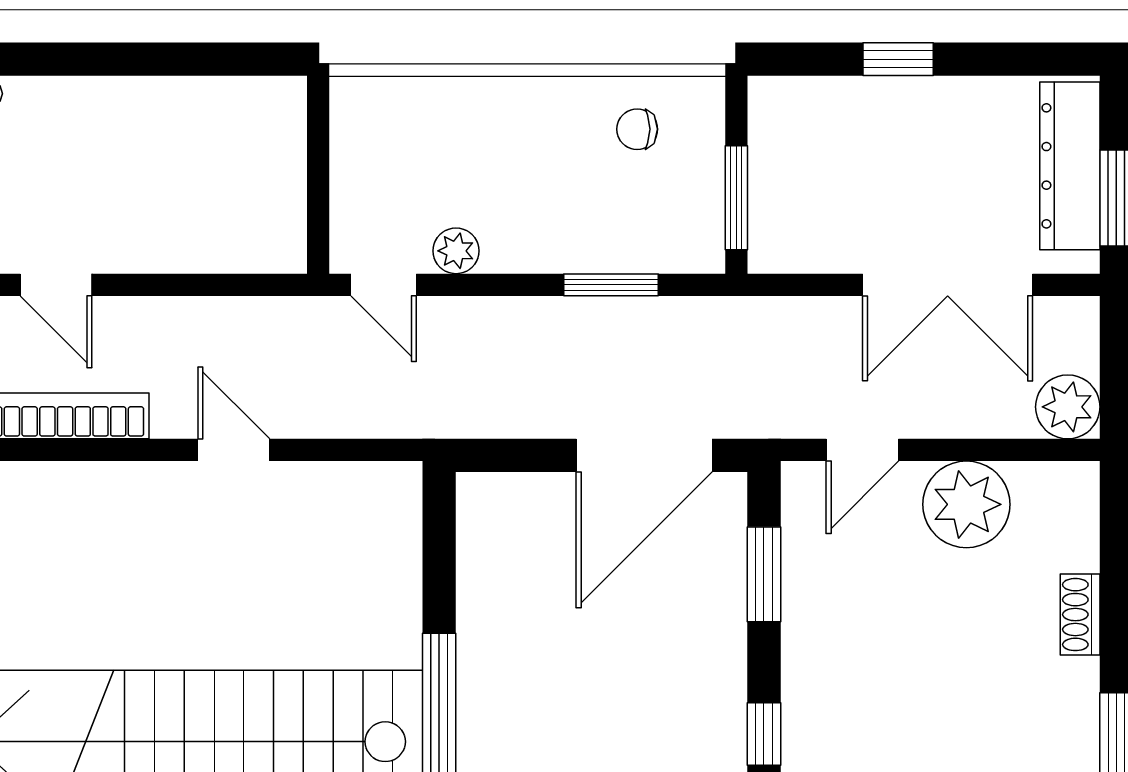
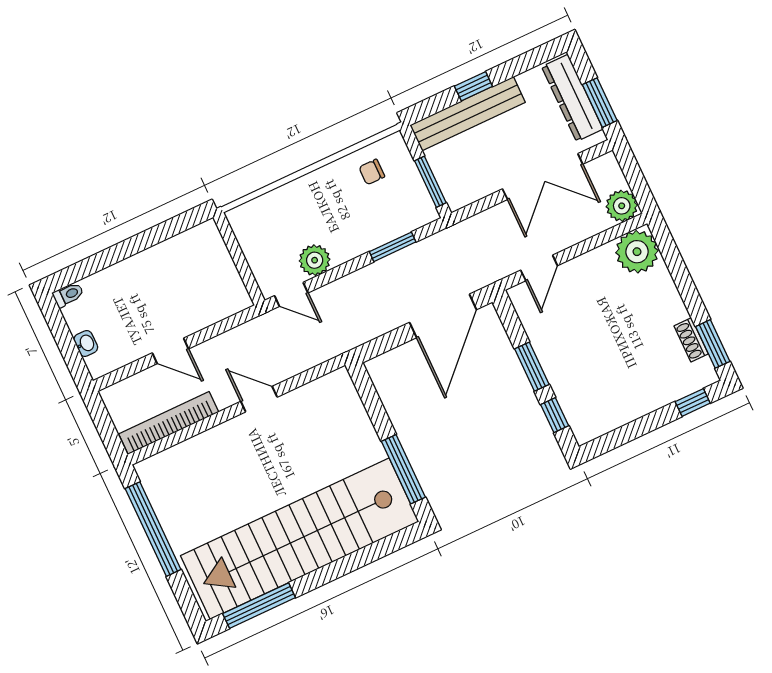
bench: (864, 105) -> (468, 114), added
plant: (456, 251) -> (315, 260), width x1.38, depth x1.38
door: (56, 285) -> (170, 351), moved
plant: (966, 504) -> (637, 252), moved
window: (764, 574) -> (532, 367), moved
shoe rack: (1080, 615) -> (691, 340), moved

